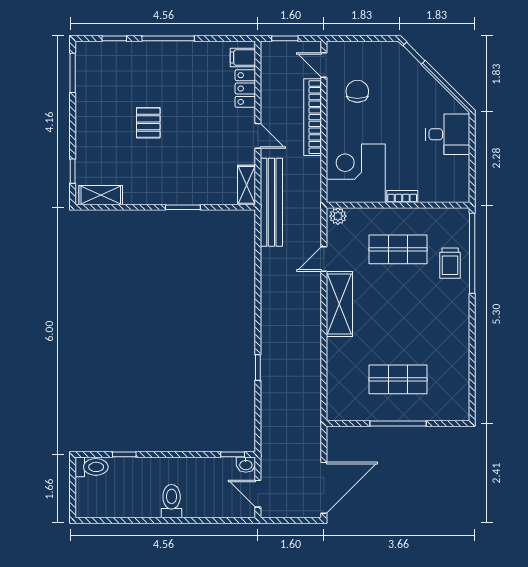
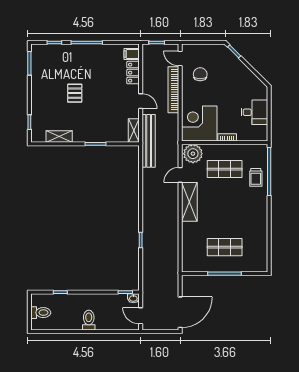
desk: (448, 134) -> (254, 112), moved
shelving: (101, 195) -> (59, 137), moved
plant: (338, 216) -> (193, 154), width x1.88, depth x1.88
toilet: (92, 467) -> (41, 313), moved

